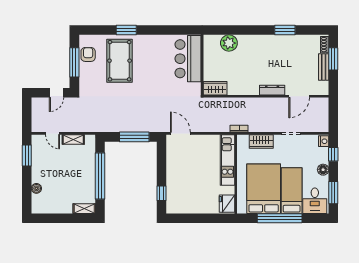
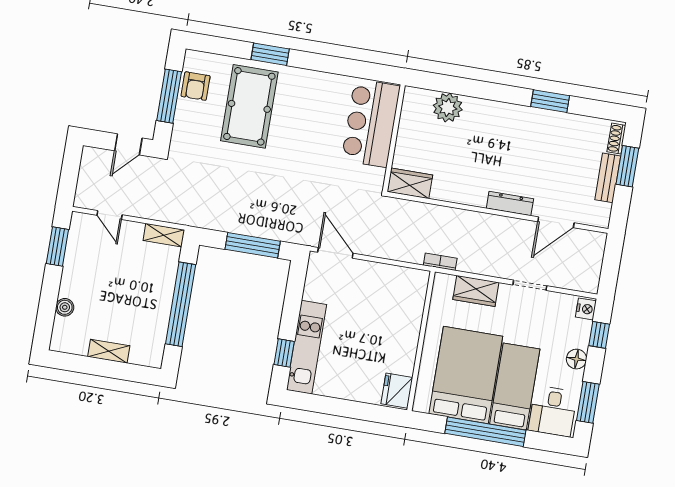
armchair: (88, 54) -> (196, 86), turned 180
shelving: (73, 139) -> (164, 235), moved
kitchen unit: (227, 160) -> (307, 347), moved, turned 180
shelving: (84, 209) -> (109, 351), moved

